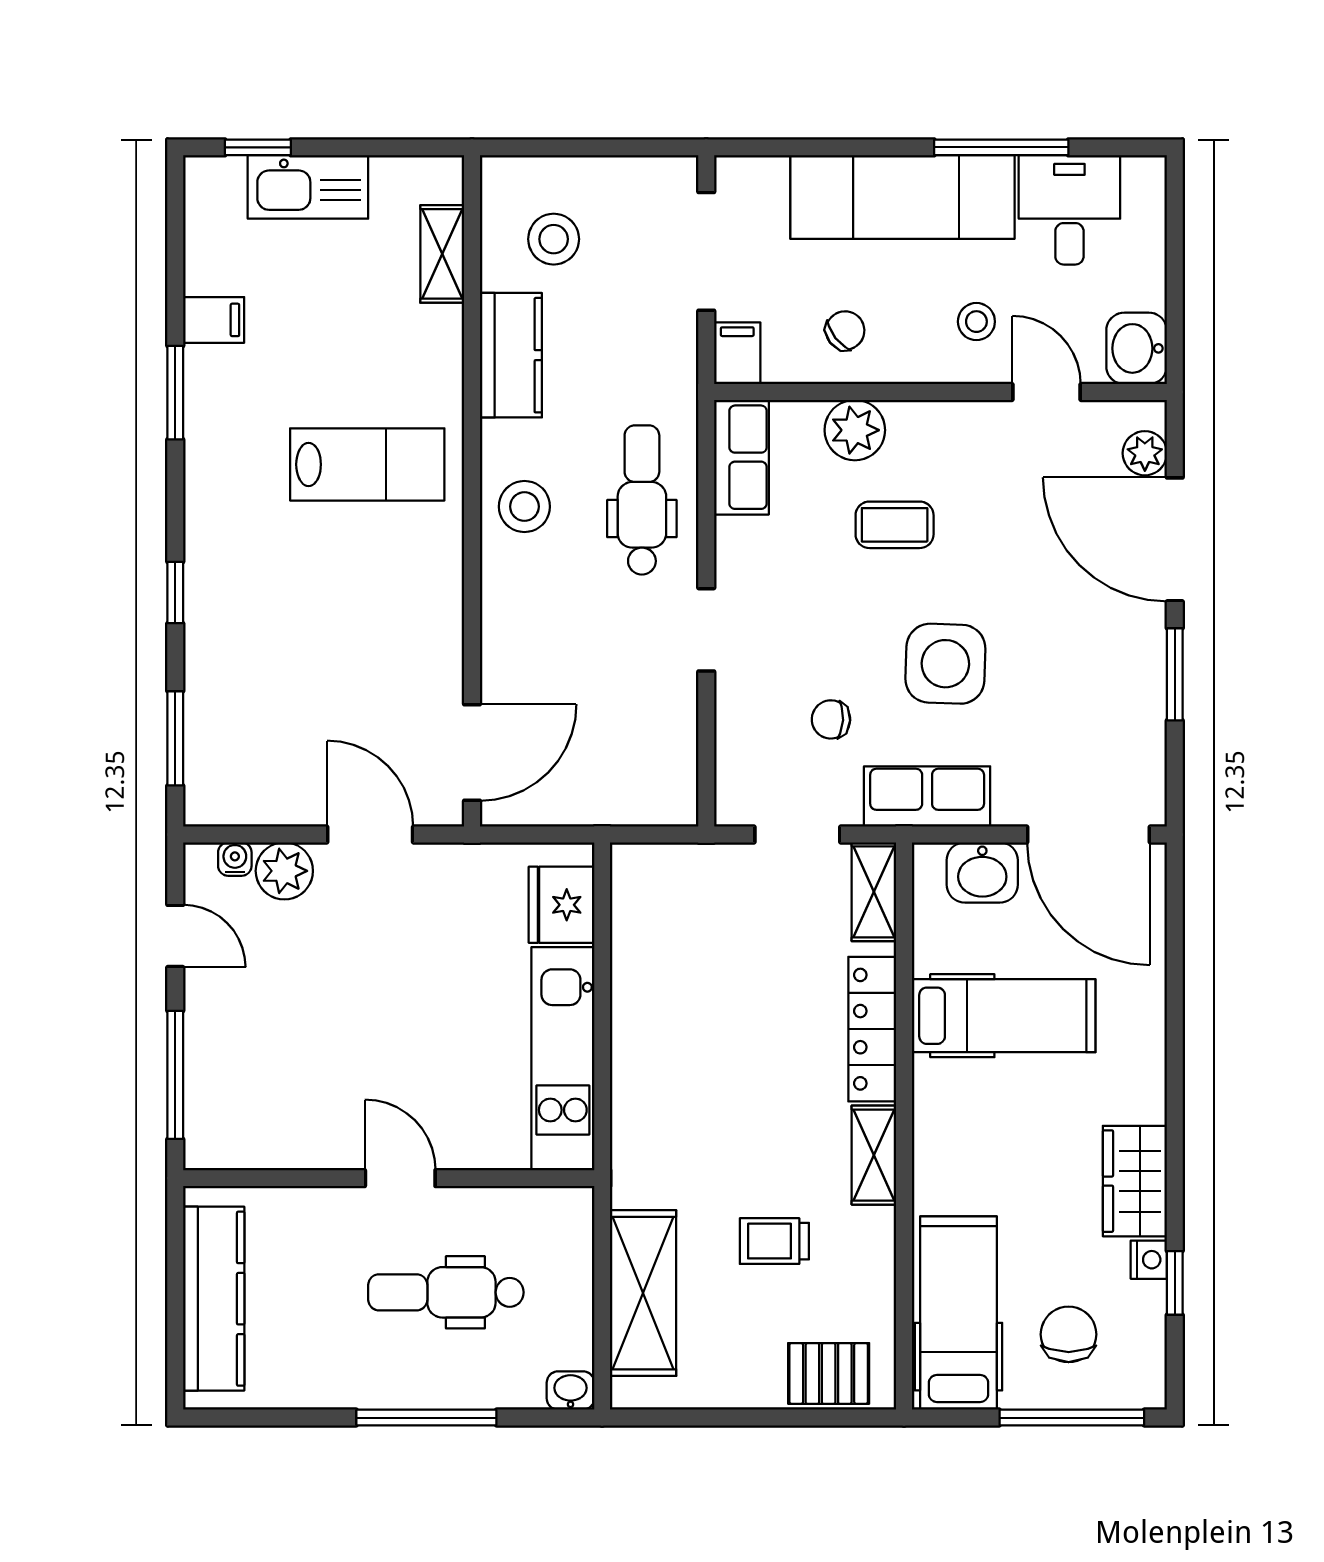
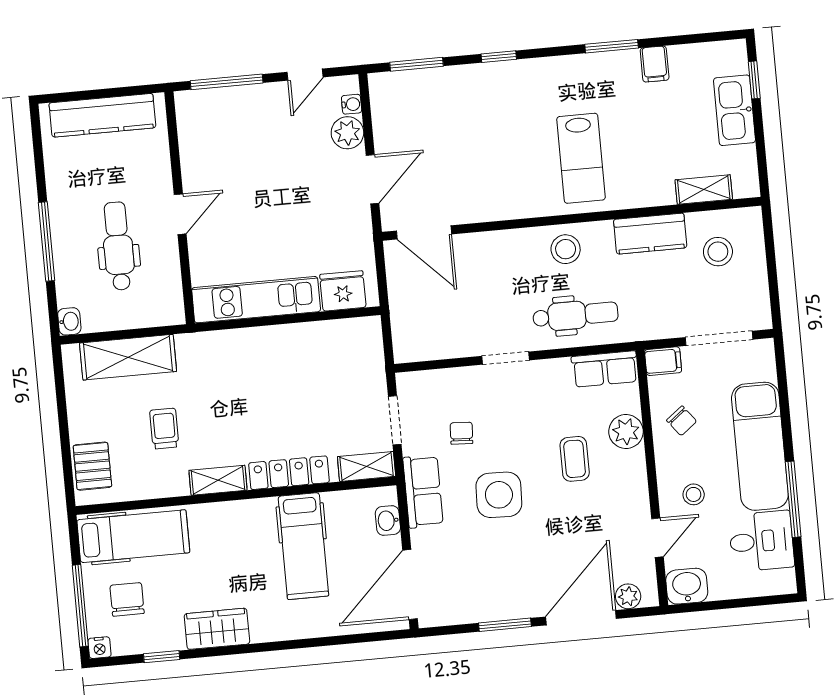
washbasin: (982, 872) -> (388, 521), width x0.72, depth x0.69
nightstand: (1149, 1260) -> (100, 648), moved
chair: (1069, 1334) -> (127, 599), turned -90

